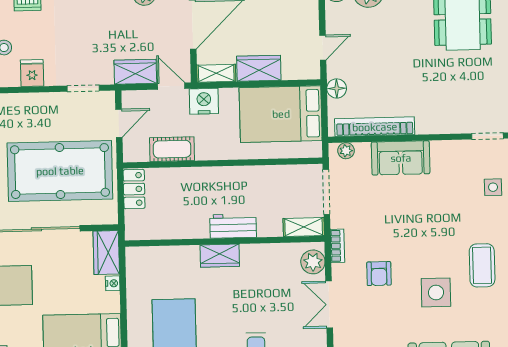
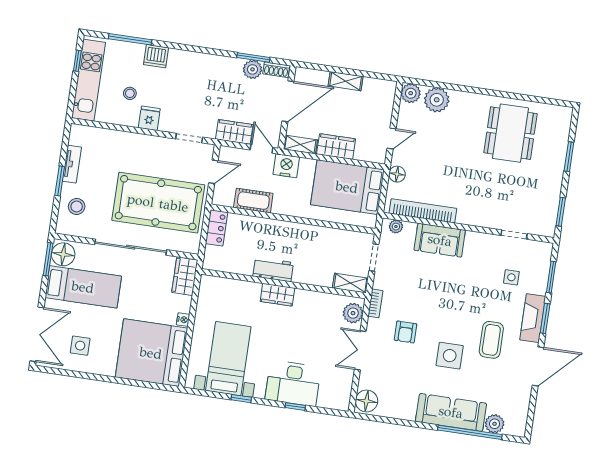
doorway: (326, 192) -> (374, 258), width x0.73
workbench: (233, 226) -> (273, 269), moved
nightstand: (113, 283) -> (183, 320), moved

